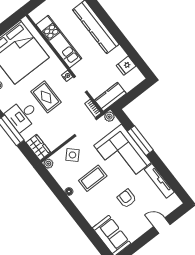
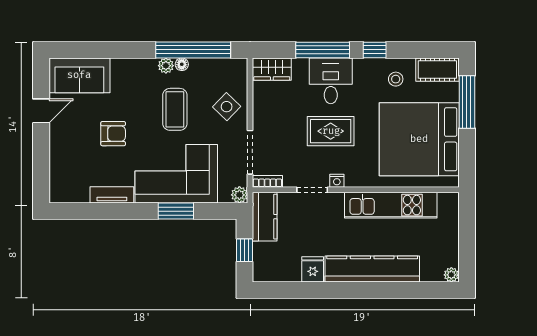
fridge: (126, 66) -> (313, 269), moved
window: (134, 94) -> (245, 250), added
window: (140, 141) -> (176, 211), width x0.69
plant: (48, 164) -> (166, 66), moved
tv unit: (159, 181) -> (112, 195), width x0.71
window: (58, 191) -> (193, 50), added
door: (162, 226) -> (41, 111), moved

